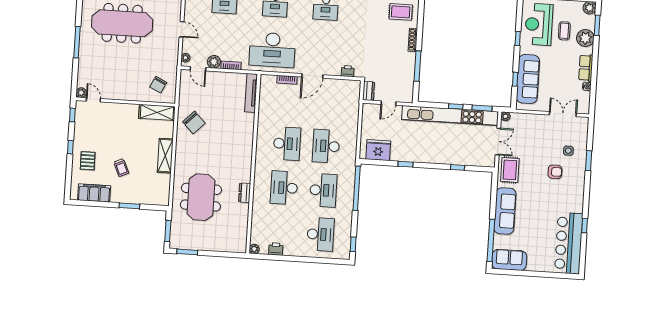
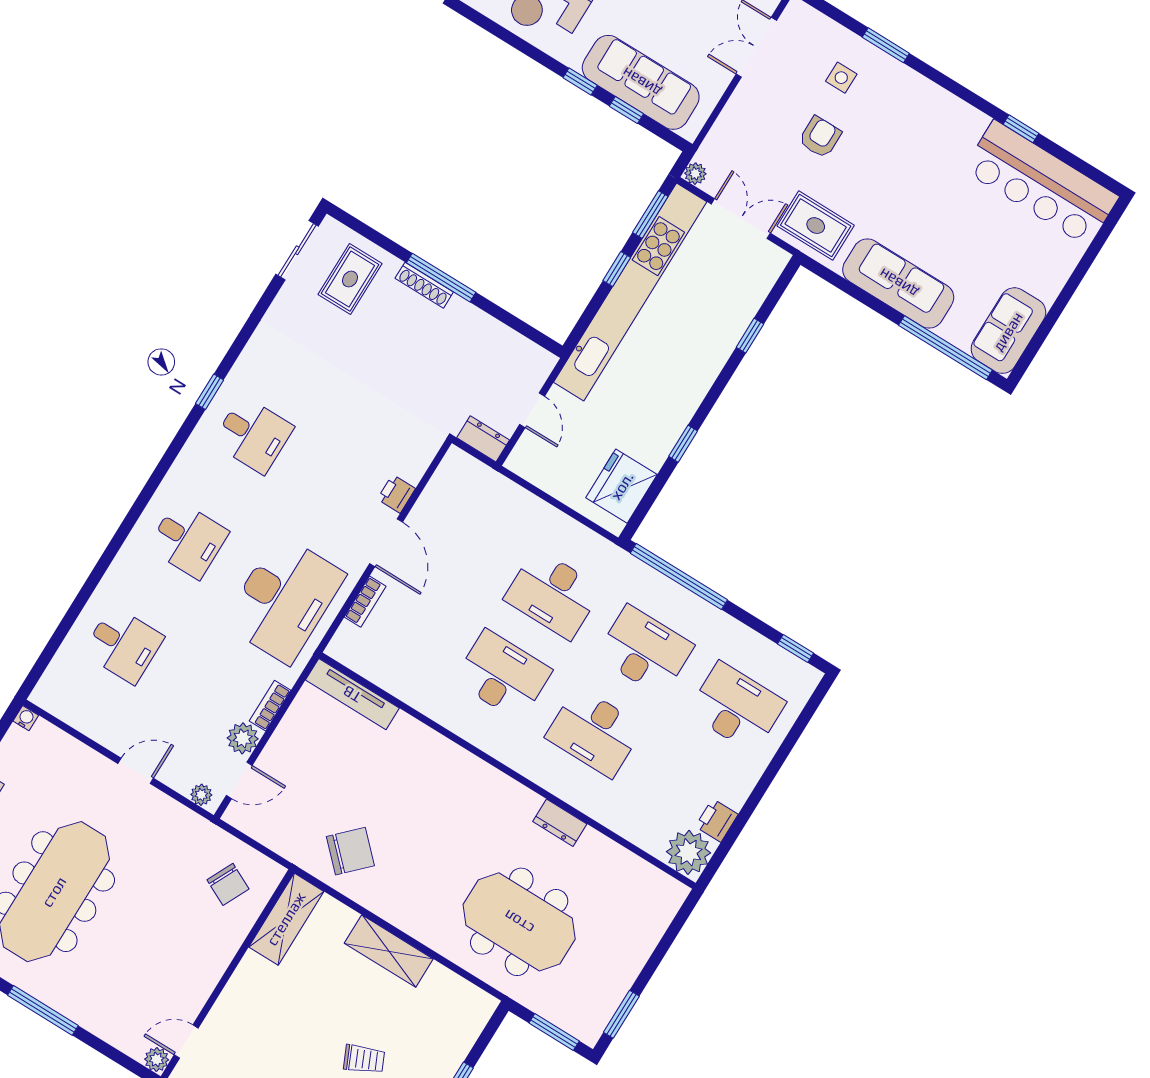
window: (518, 39) -> (580, 81), moved
window: (417, 66) -> (441, 278), moved
printer: (348, 71) -> (396, 494), moved
armchair: (555, 172) -> (820, 137), moved
plant: (254, 249) -> (689, 852), width x1.88, depth x1.88

